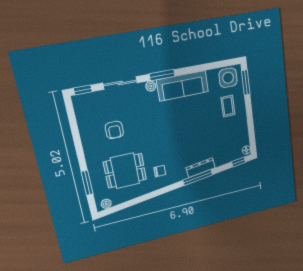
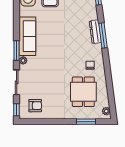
armchair: (114, 130) -> (35, 106), moved

